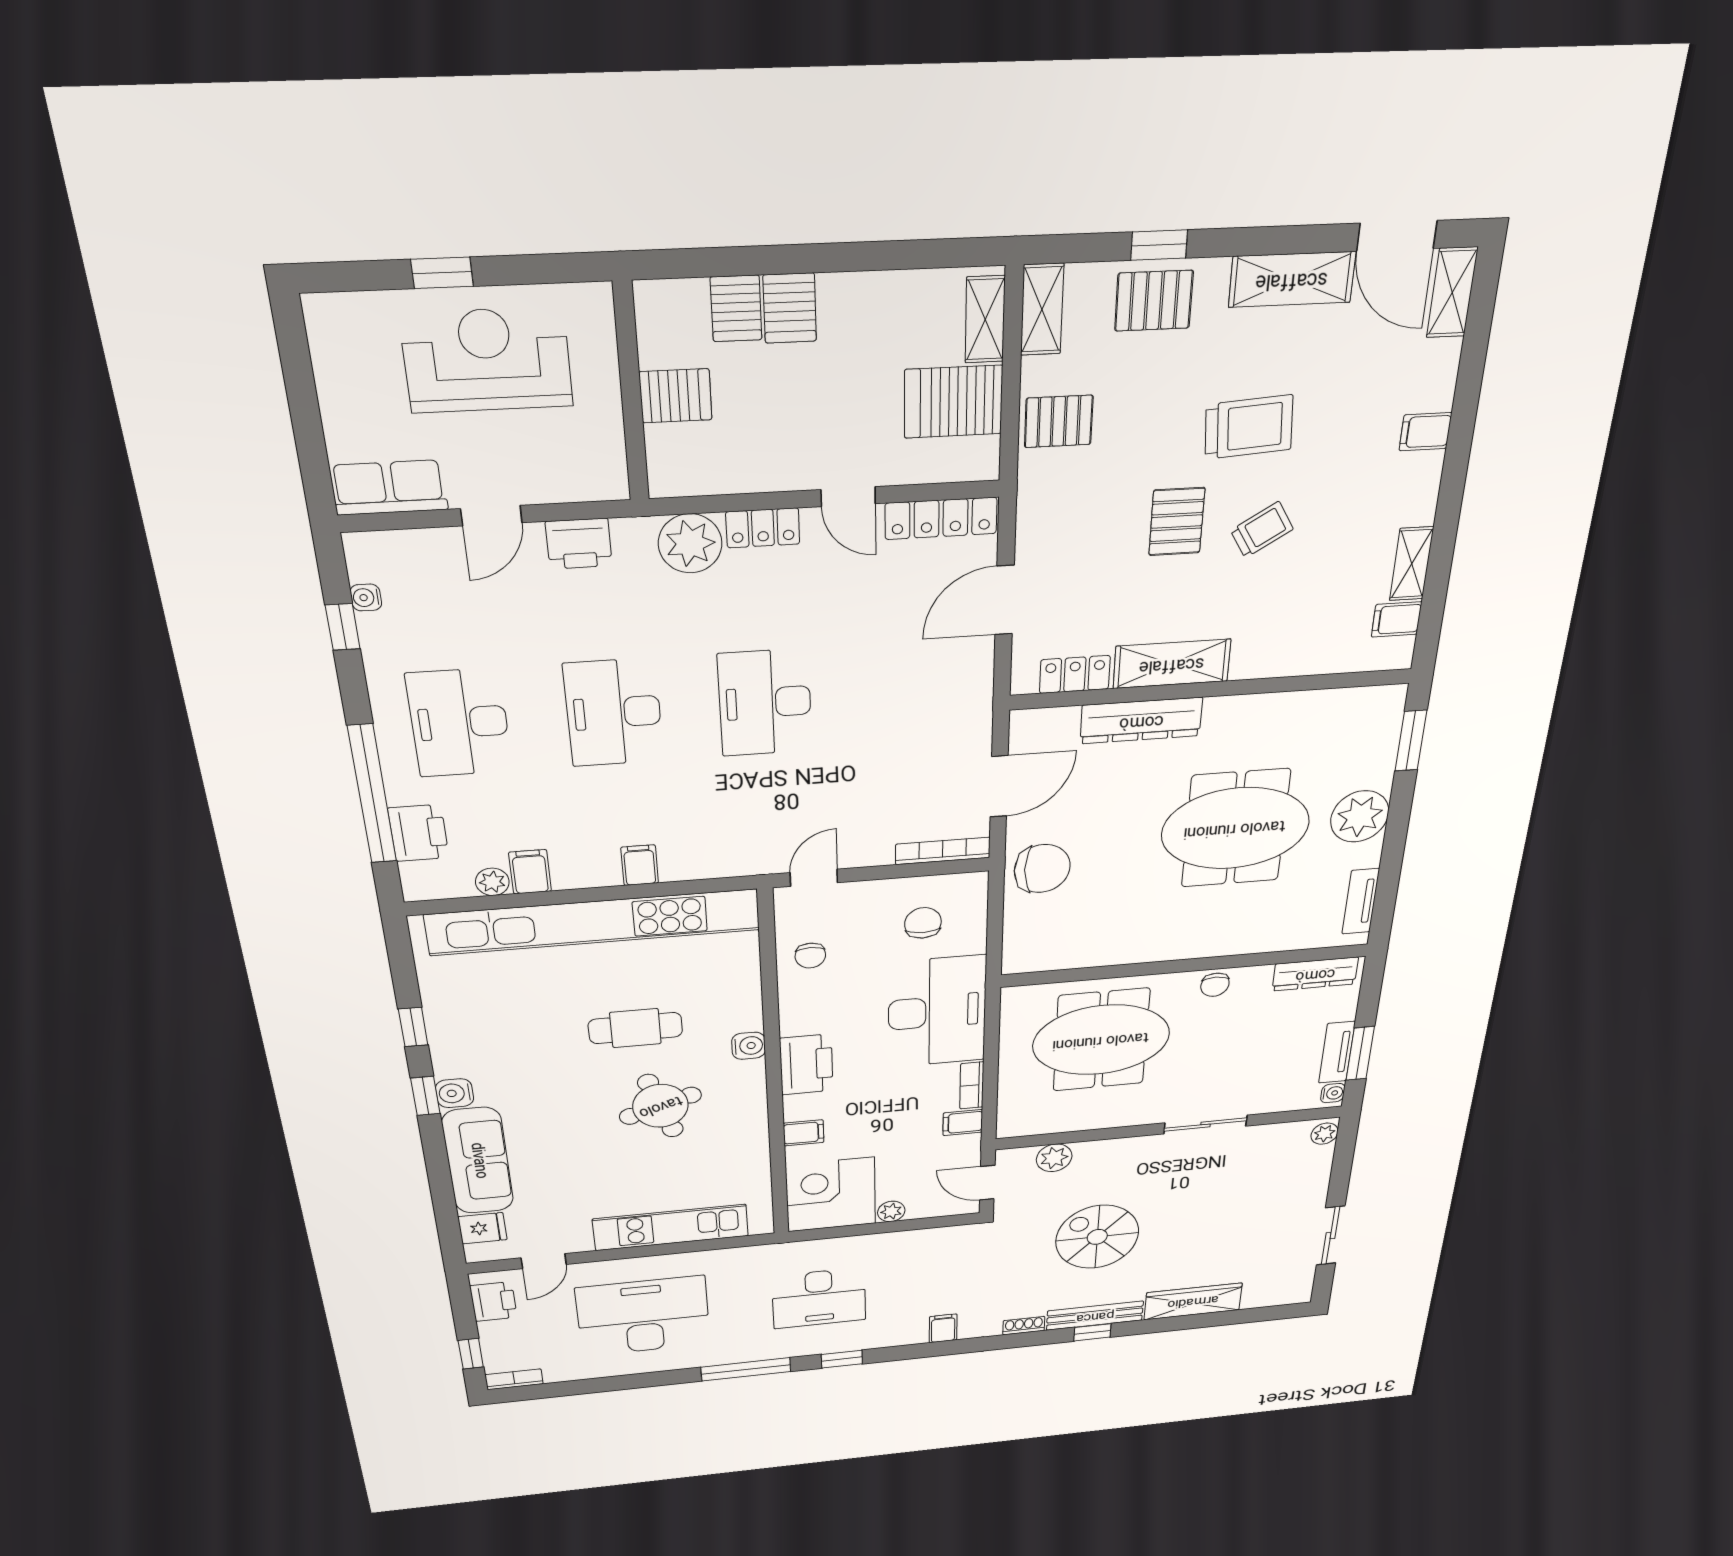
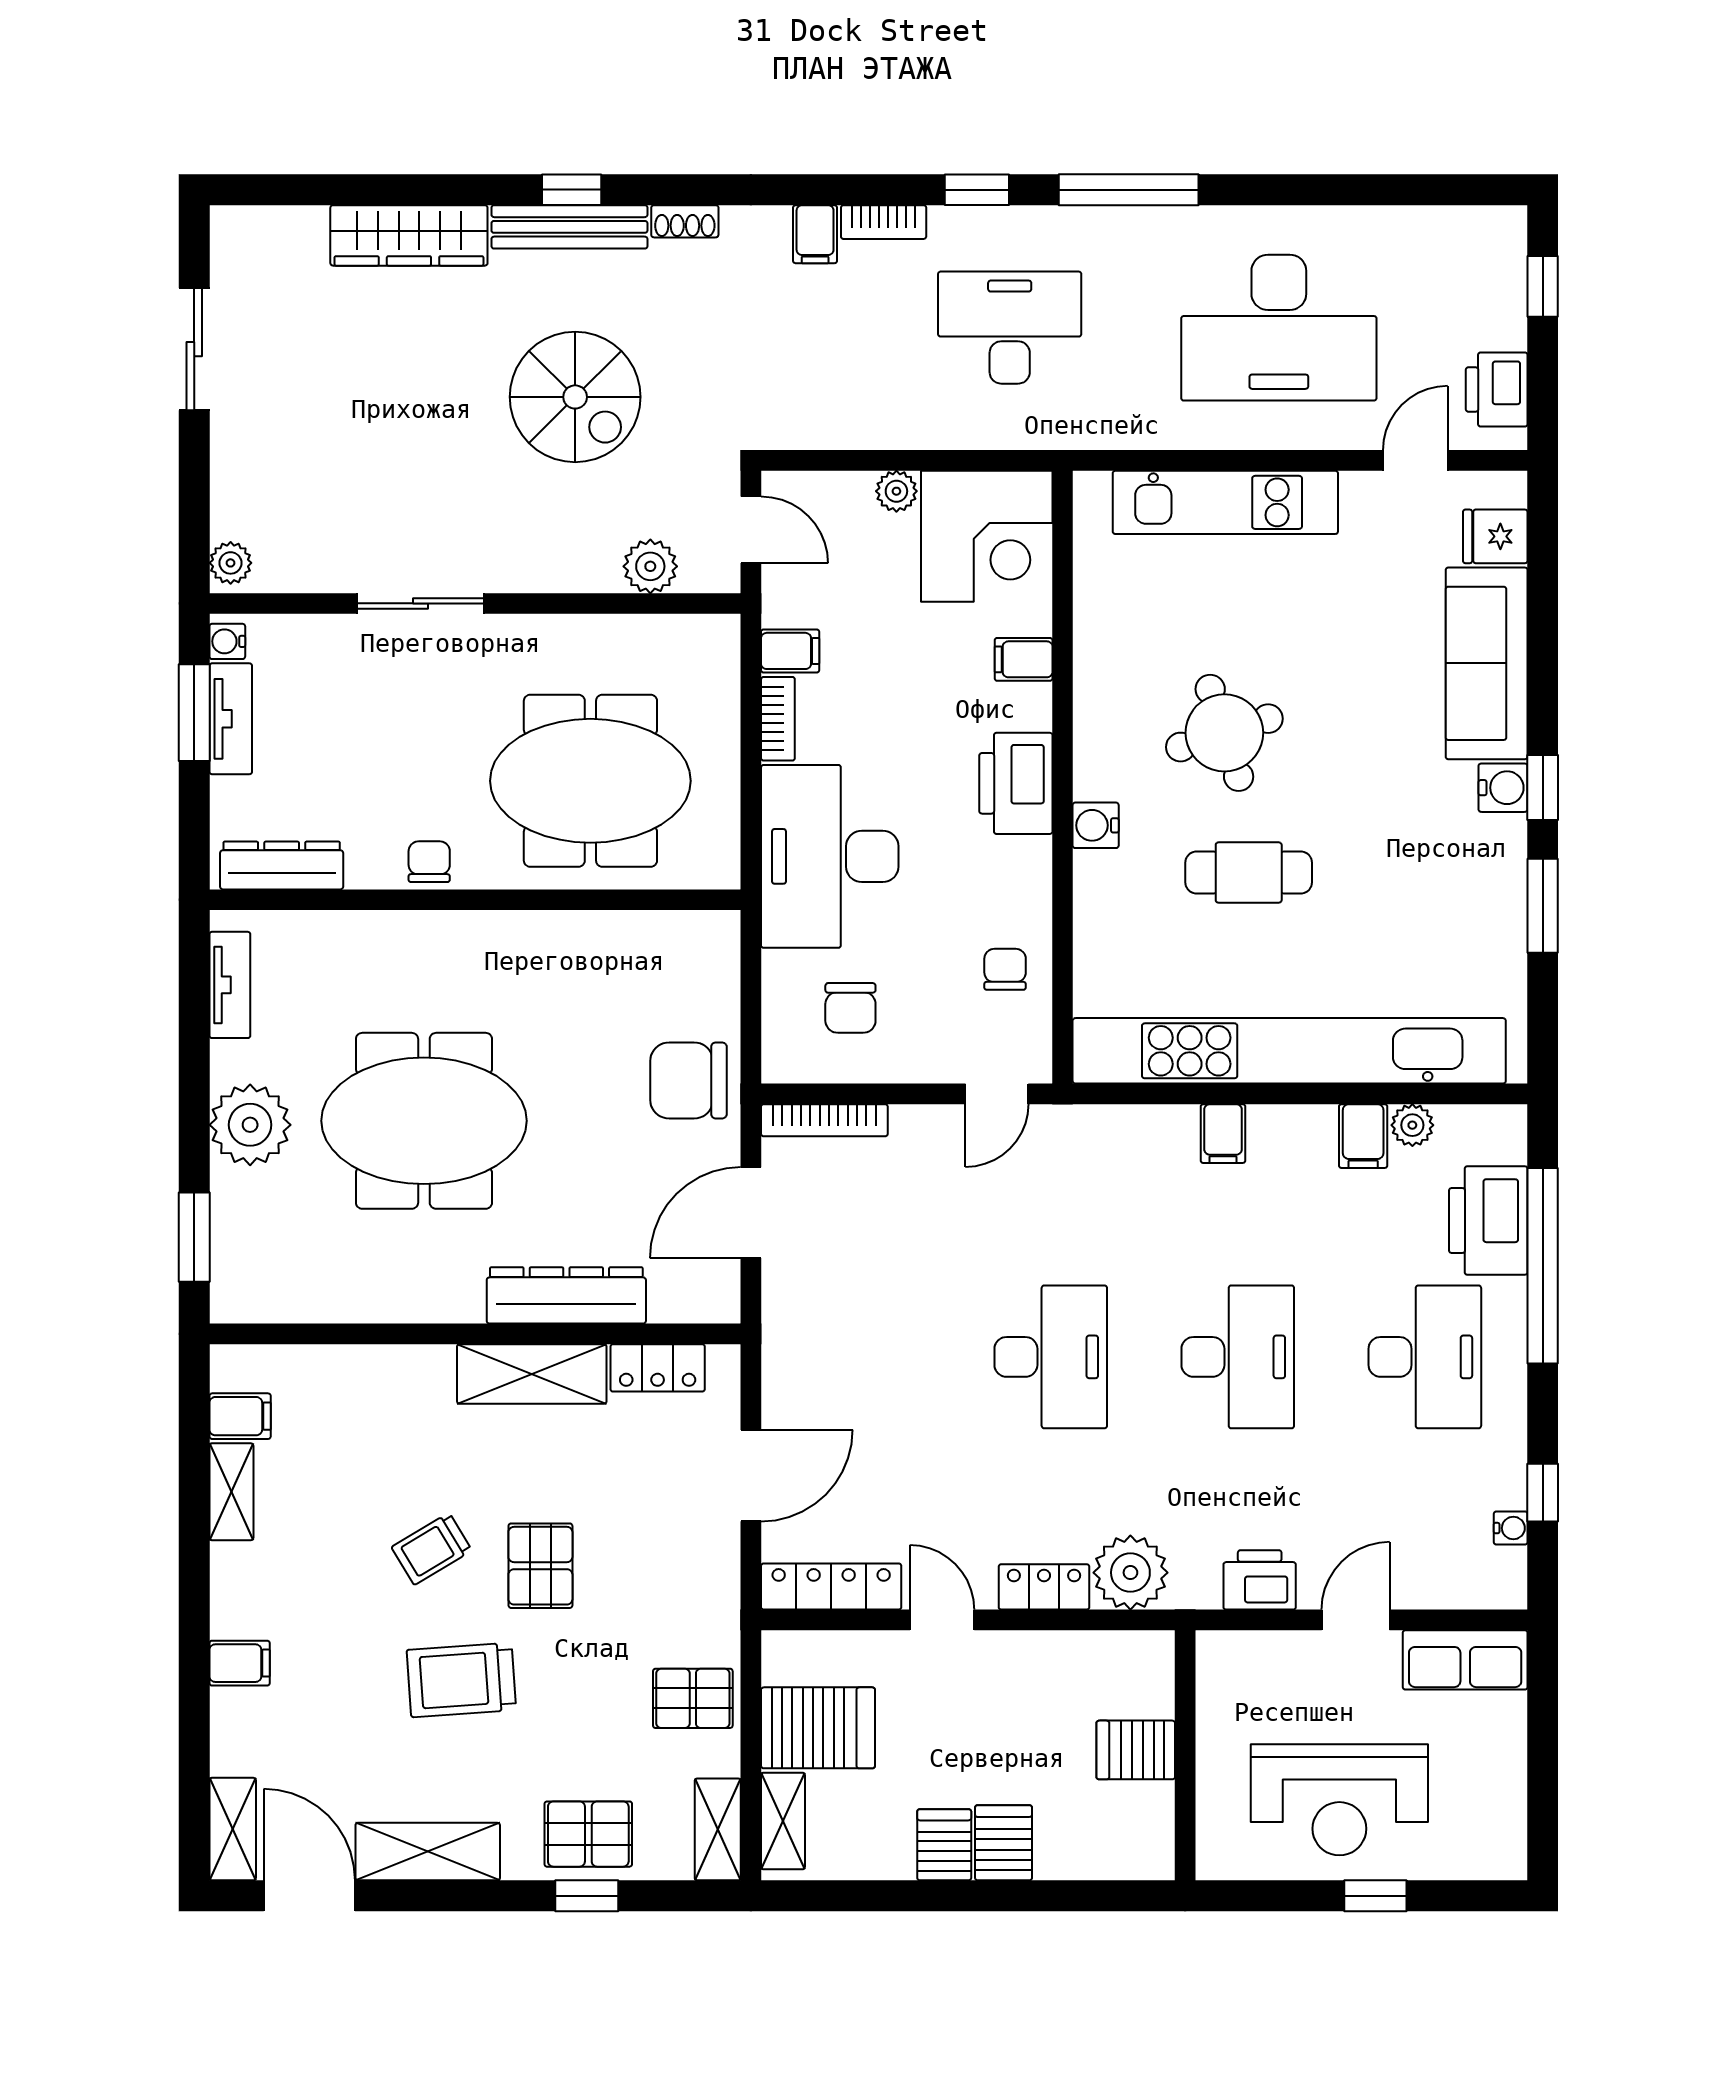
server rack: (736, 309) -> (944, 1845), moved
printer: (418, 833) -> (1488, 1221), width x1.37, depth x1.19
window: (413, 1027) -> (1543, 906), width x1.50
bookcase: (514, 1379) -> (884, 222), moved

